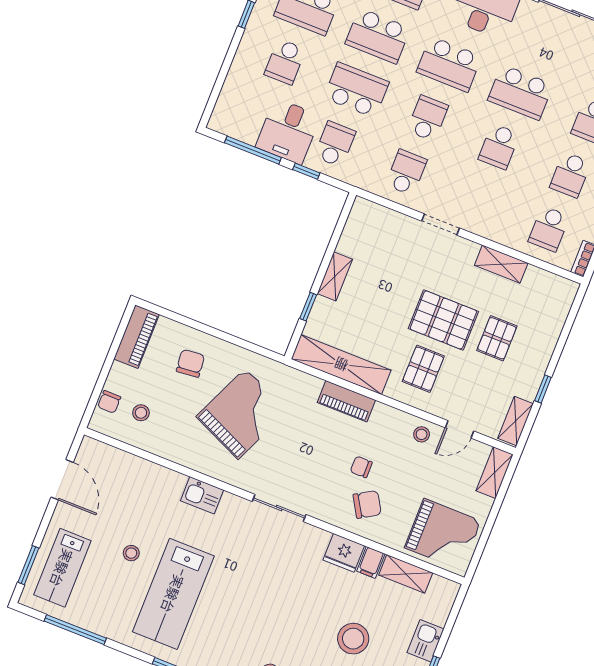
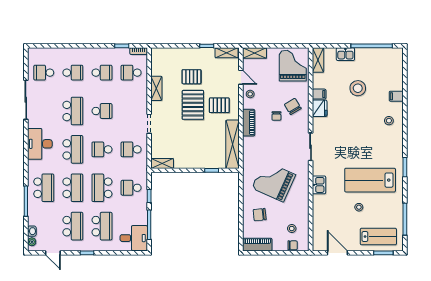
school desk: (285, 62) -> (102, 226), width x1.85
desk: (288, 131) -> (134, 238), moved
school desk: (549, 229) -> (131, 73), turned 180
shelving: (335, 276) -> (162, 163), moved
piano: (346, 401) -> (249, 123), moved
door: (62, 480) -> (337, 253), hinge flipped
shelving: (406, 574) -> (318, 60), moved
lab bench: (173, 594) -> (370, 180), turned 180

